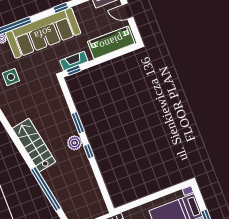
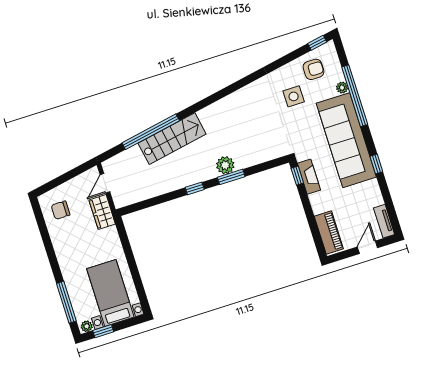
piano: (111, 42) -> (329, 232), width x0.73, depth x0.75
plant: (75, 143) -> (225, 165), moved
stairs: (34, 145) -> (172, 139), moved

